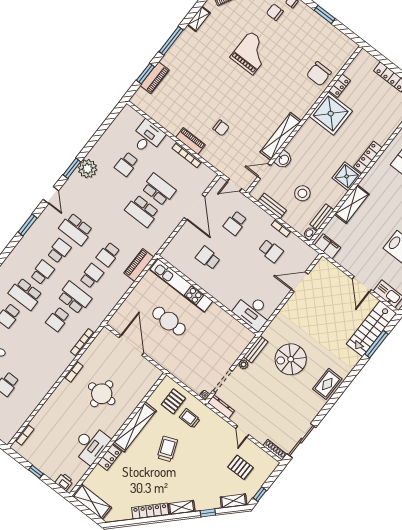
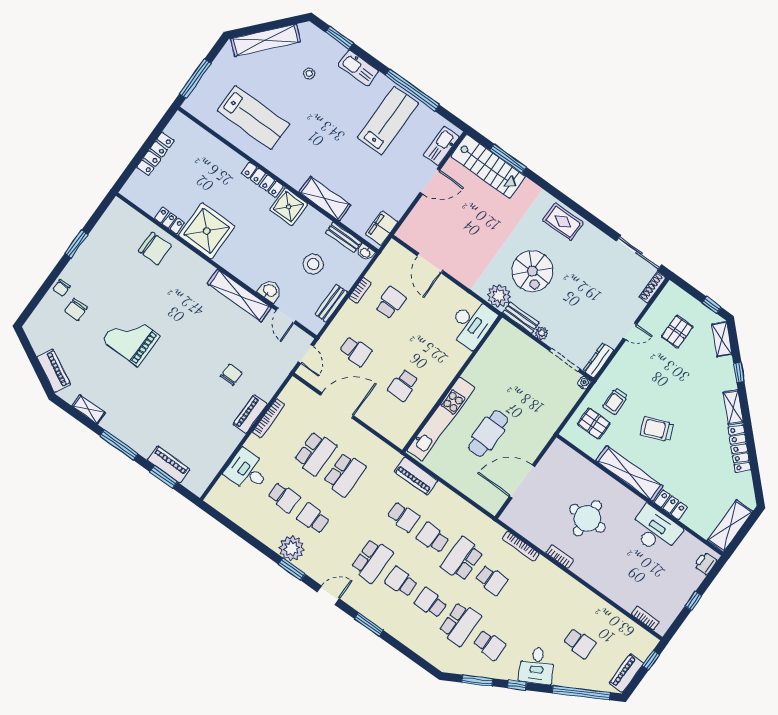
school desk: (110, 186) -> (313, 518), added
school desk: (159, 189) -> (315, 453), turned 180
plant: (273, 333) -> (499, 296), added

